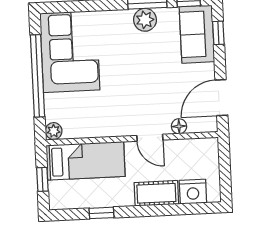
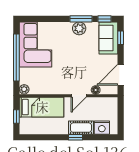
door: (150, 138) -> (79, 96), hinge flipped
window: (101, 213) -> (75, 137), moved

